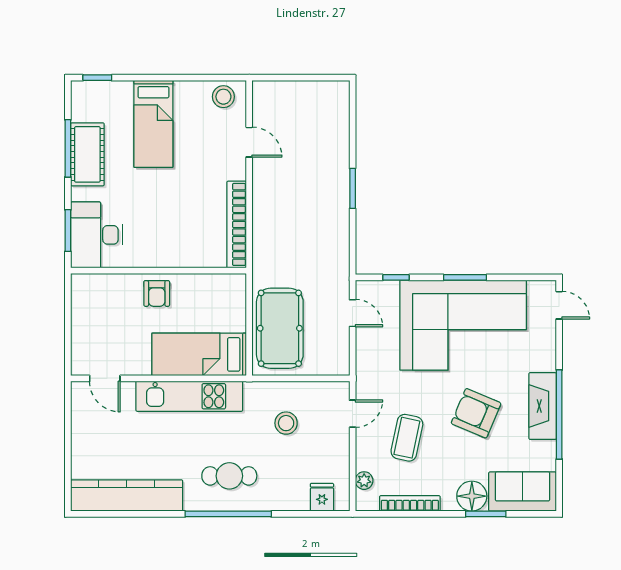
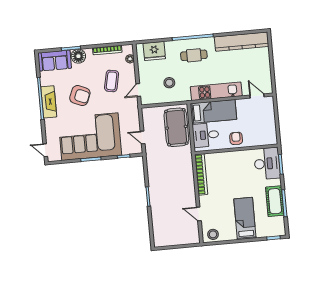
desk: (220, 306) -> (206, 135), added
fridge: (322, 497) -> (154, 51), width x1.88, depth x1.34

